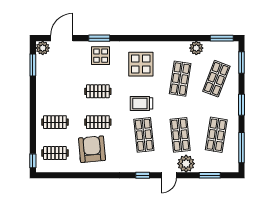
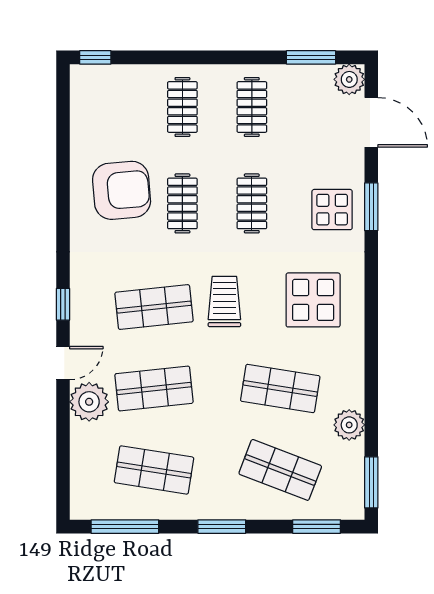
clothes rail: (55, 153) -> (252, 107), moved
door: (169, 175) -> (63, 363), swing flipped
window: (210, 175) -> (63, 455), removed

